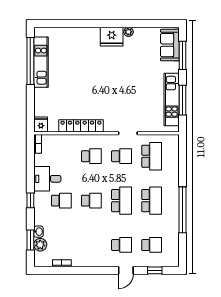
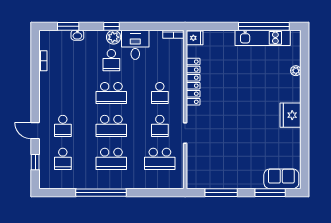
plant: (128, 32) -> (296, 71), moved
kitchen unit: (172, 99) -> (222, 181), removed
school desk: (91, 201) -> (111, 93), width x1.85
plant: (40, 245) -> (114, 37), moved

